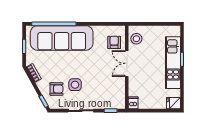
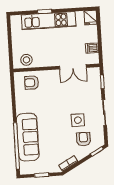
sofa: (62, 38) -> (28, 137), width x0.74, depth x0.79
double door: (127, 63) -> (73, 67), moved
dishwasher: (133, 103) -> (92, 48), moved

